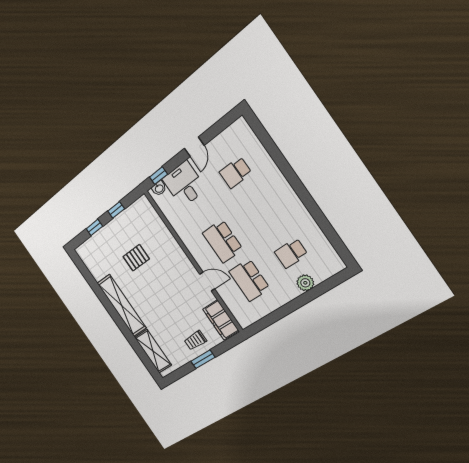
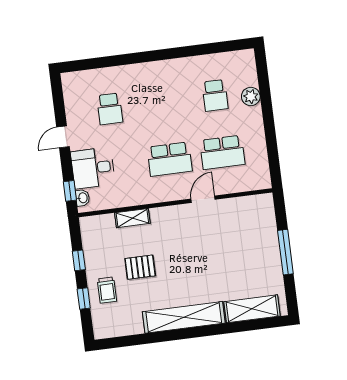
door: (194, 147) -> (63, 137), swing flipped
shelving: (166, 234) -> (132, 218), added
pallet: (136, 258) -> (140, 267), turned 90
filing cabinet: (221, 320) -> (251, 207), removed
trolley: (195, 340) -> (107, 290), moved
window: (203, 359) -> (285, 252), width x1.44

